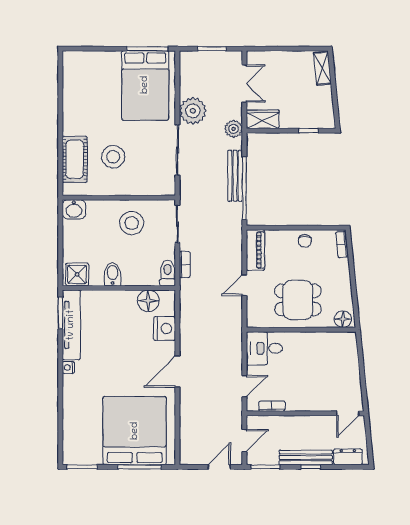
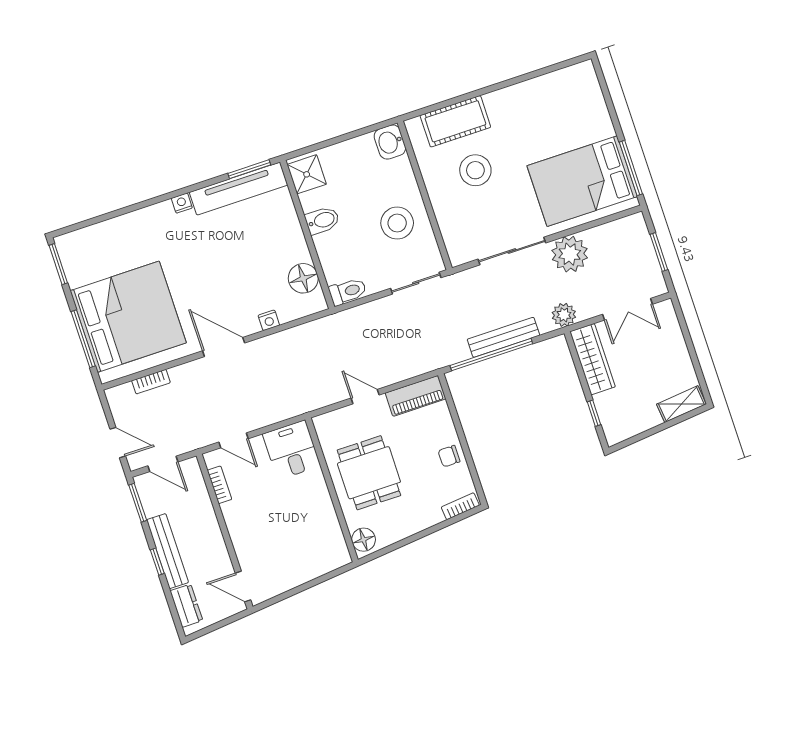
wardrobe: (263, 119) -> (593, 359), width x1.50
bookcase: (185, 264) -> (151, 382), moved
nightstand: (165, 328) -> (269, 320), width x0.53, depth x0.56

